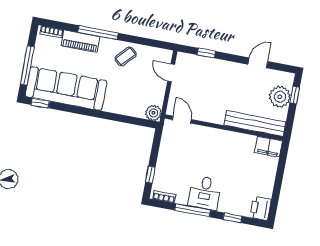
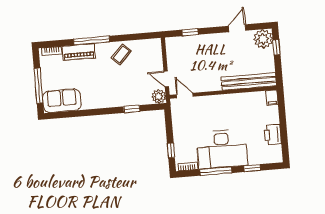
door: (171, 73) -> (166, 79), moved
sofa: (66, 89) -> (62, 101), width x0.54, depth x0.79
plant: (280, 97) -> (263, 39), moved
window: (40, 103) -> (132, 109), moved
filing cabinet: (269, 147) -> (272, 98), width x0.50
desk: (205, 193) -> (222, 149), width x1.87, depth x1.30
printer: (261, 208) -> (273, 135), moved

